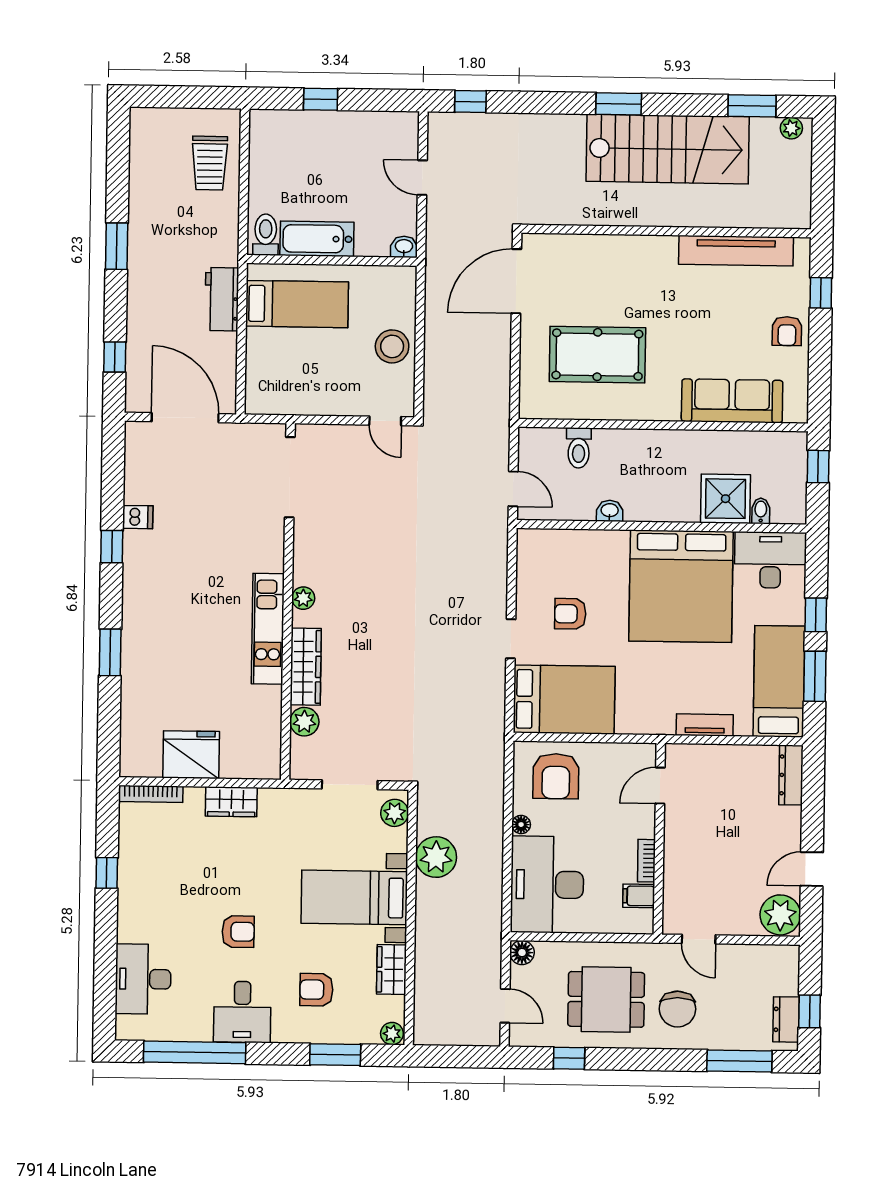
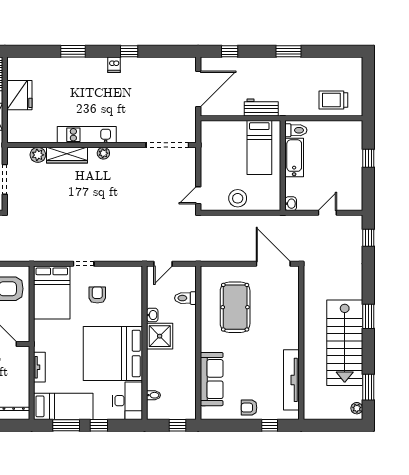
shower: (726, 499) -> (160, 336), moved
dishwasher: (138, 517) -> (114, 65), moved

